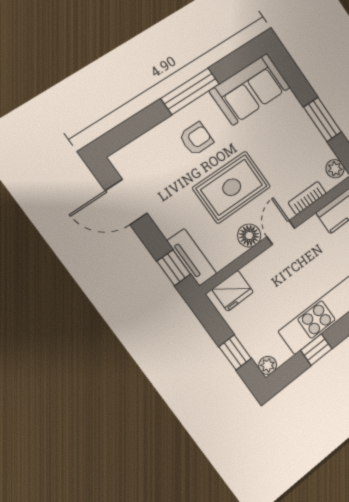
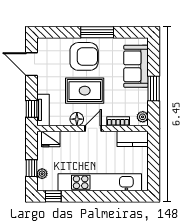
sofa: (250, 89) -> (136, 66), moved, turned 90
armchair: (196, 139) -> (84, 56), width x1.88, depth x1.88
window: (316, 349) -> (53, 196), moved
plant: (268, 365) -> (42, 174), moved

